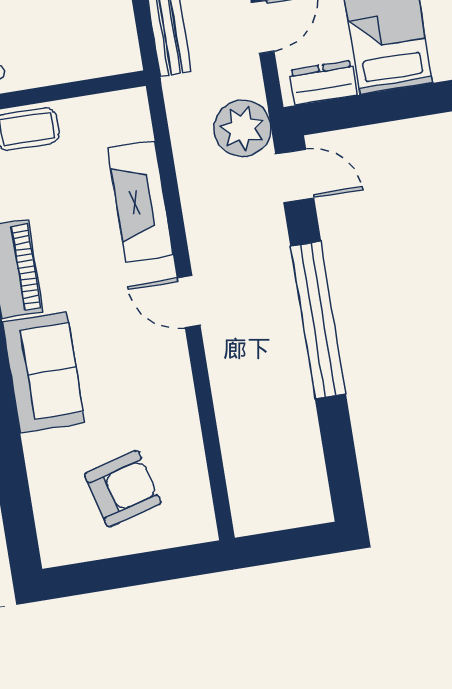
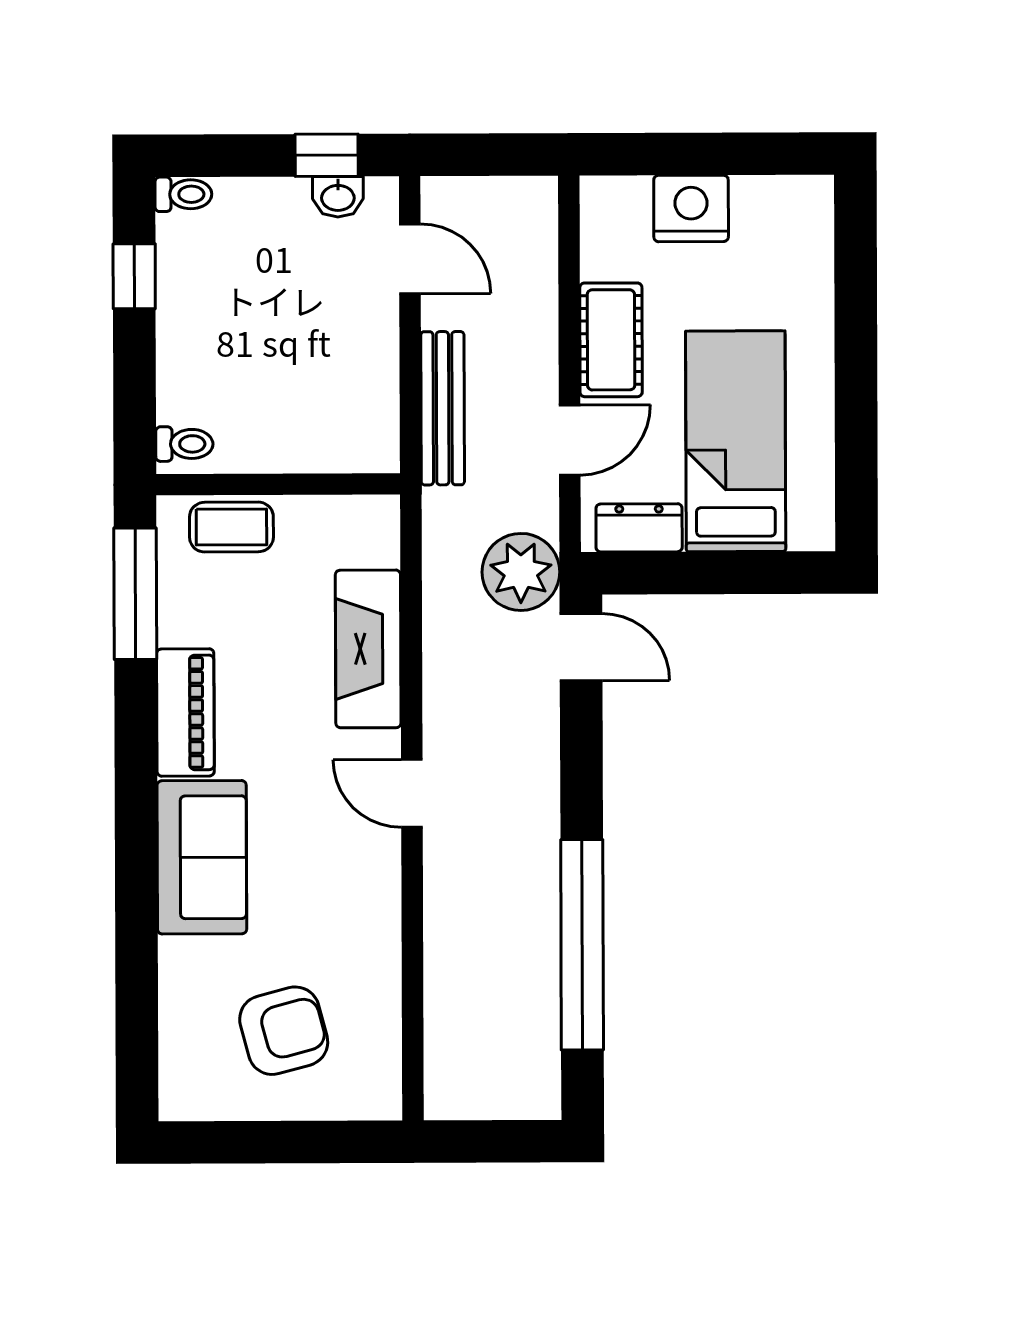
window: (318, 320) -> (582, 945), moved

